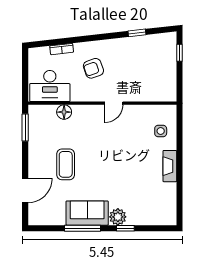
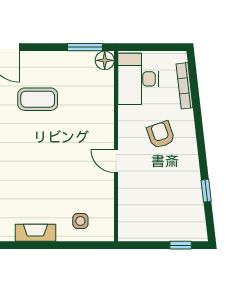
bookcase: (62, 49) -> (185, 86), width x1.56
floor lamp: (64, 112) -> (105, 60), moved

